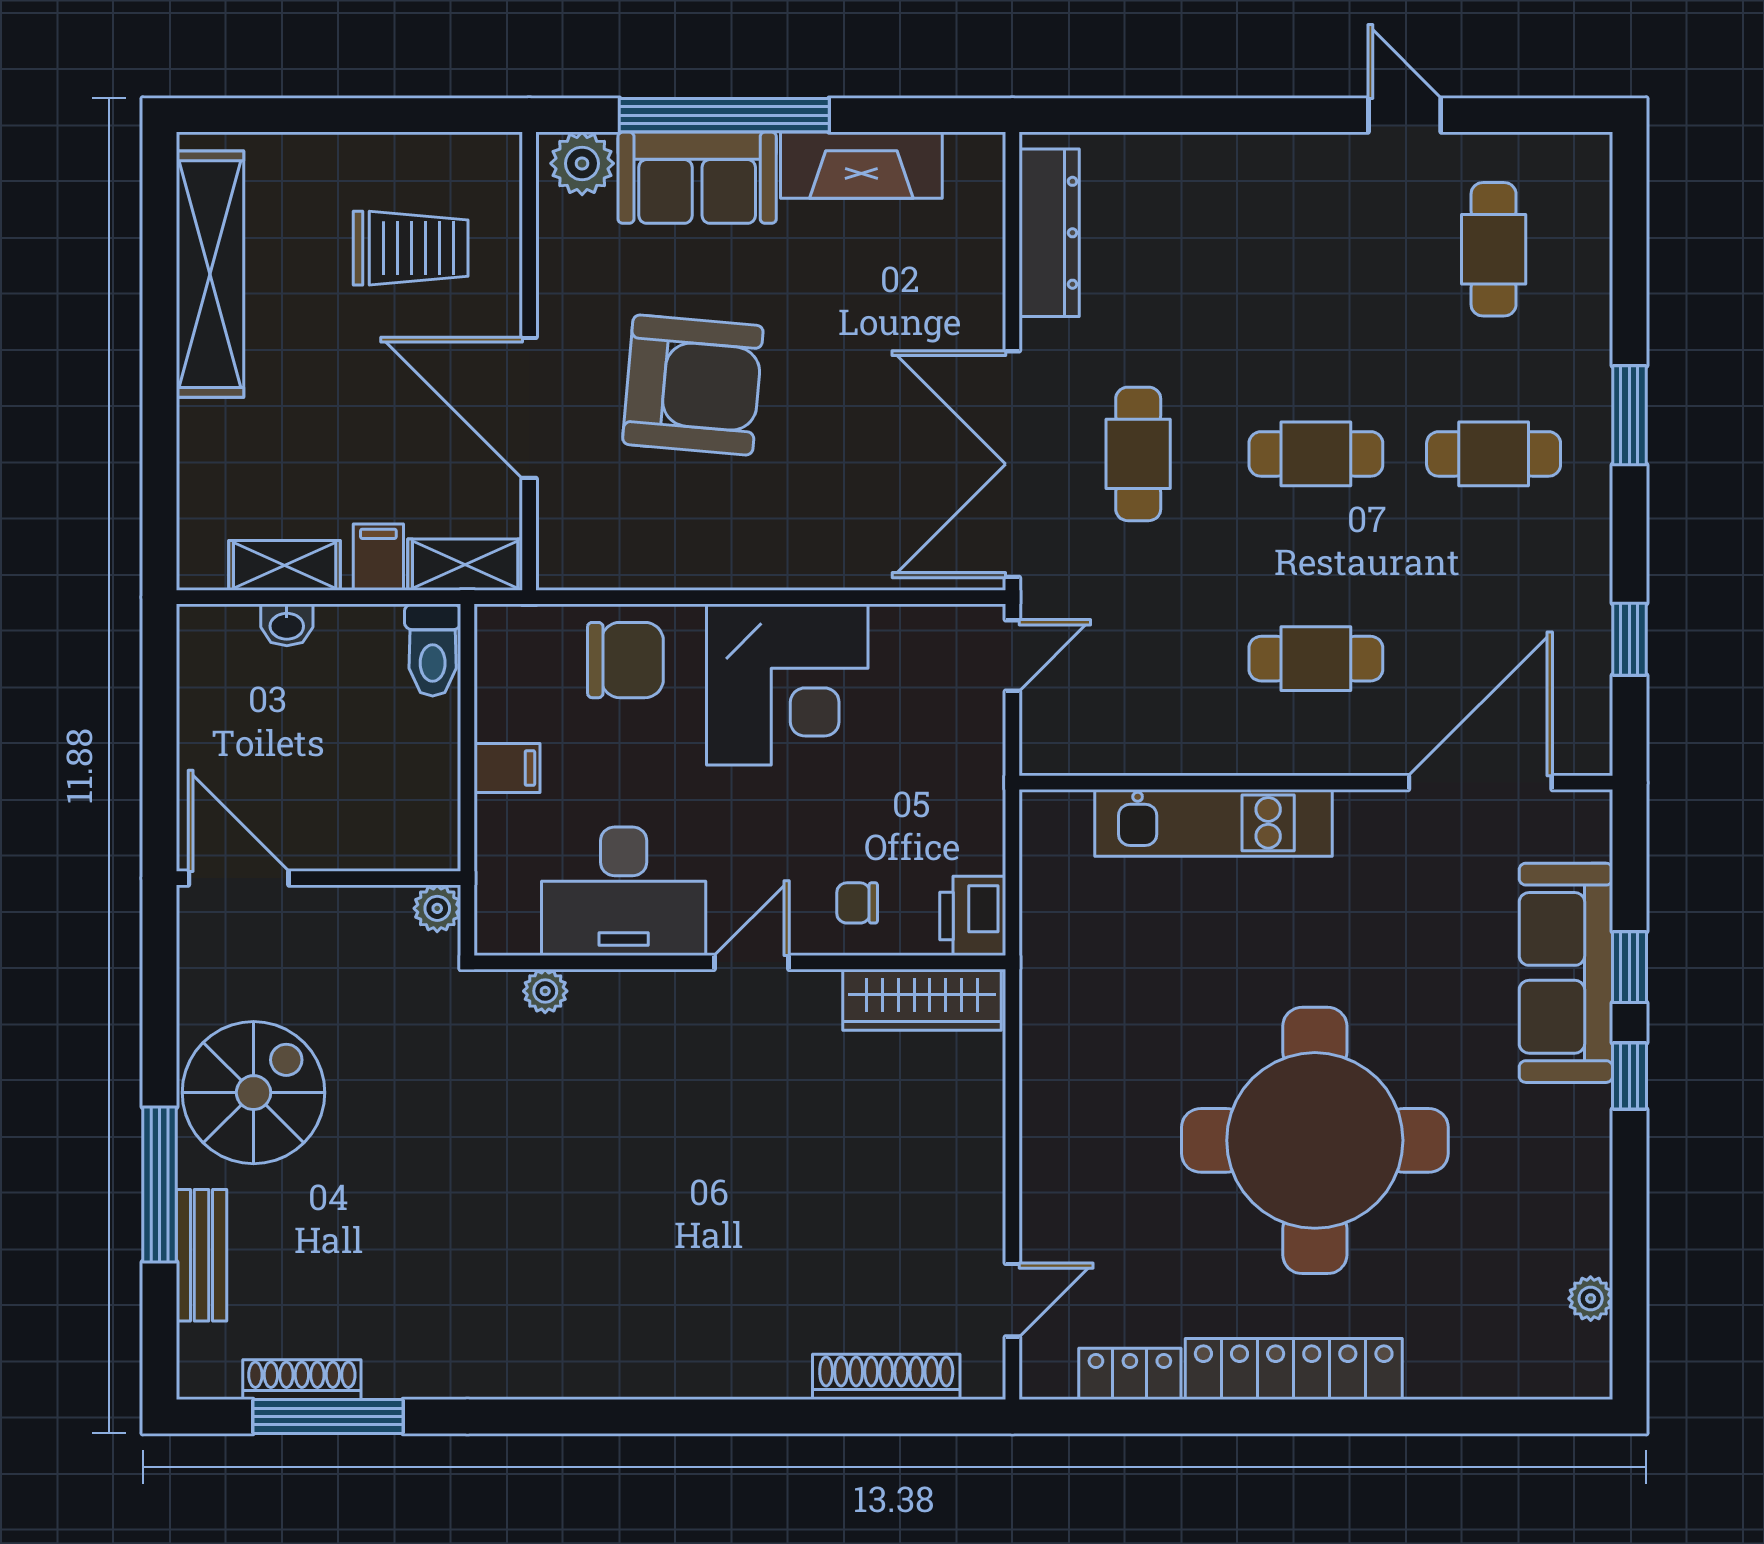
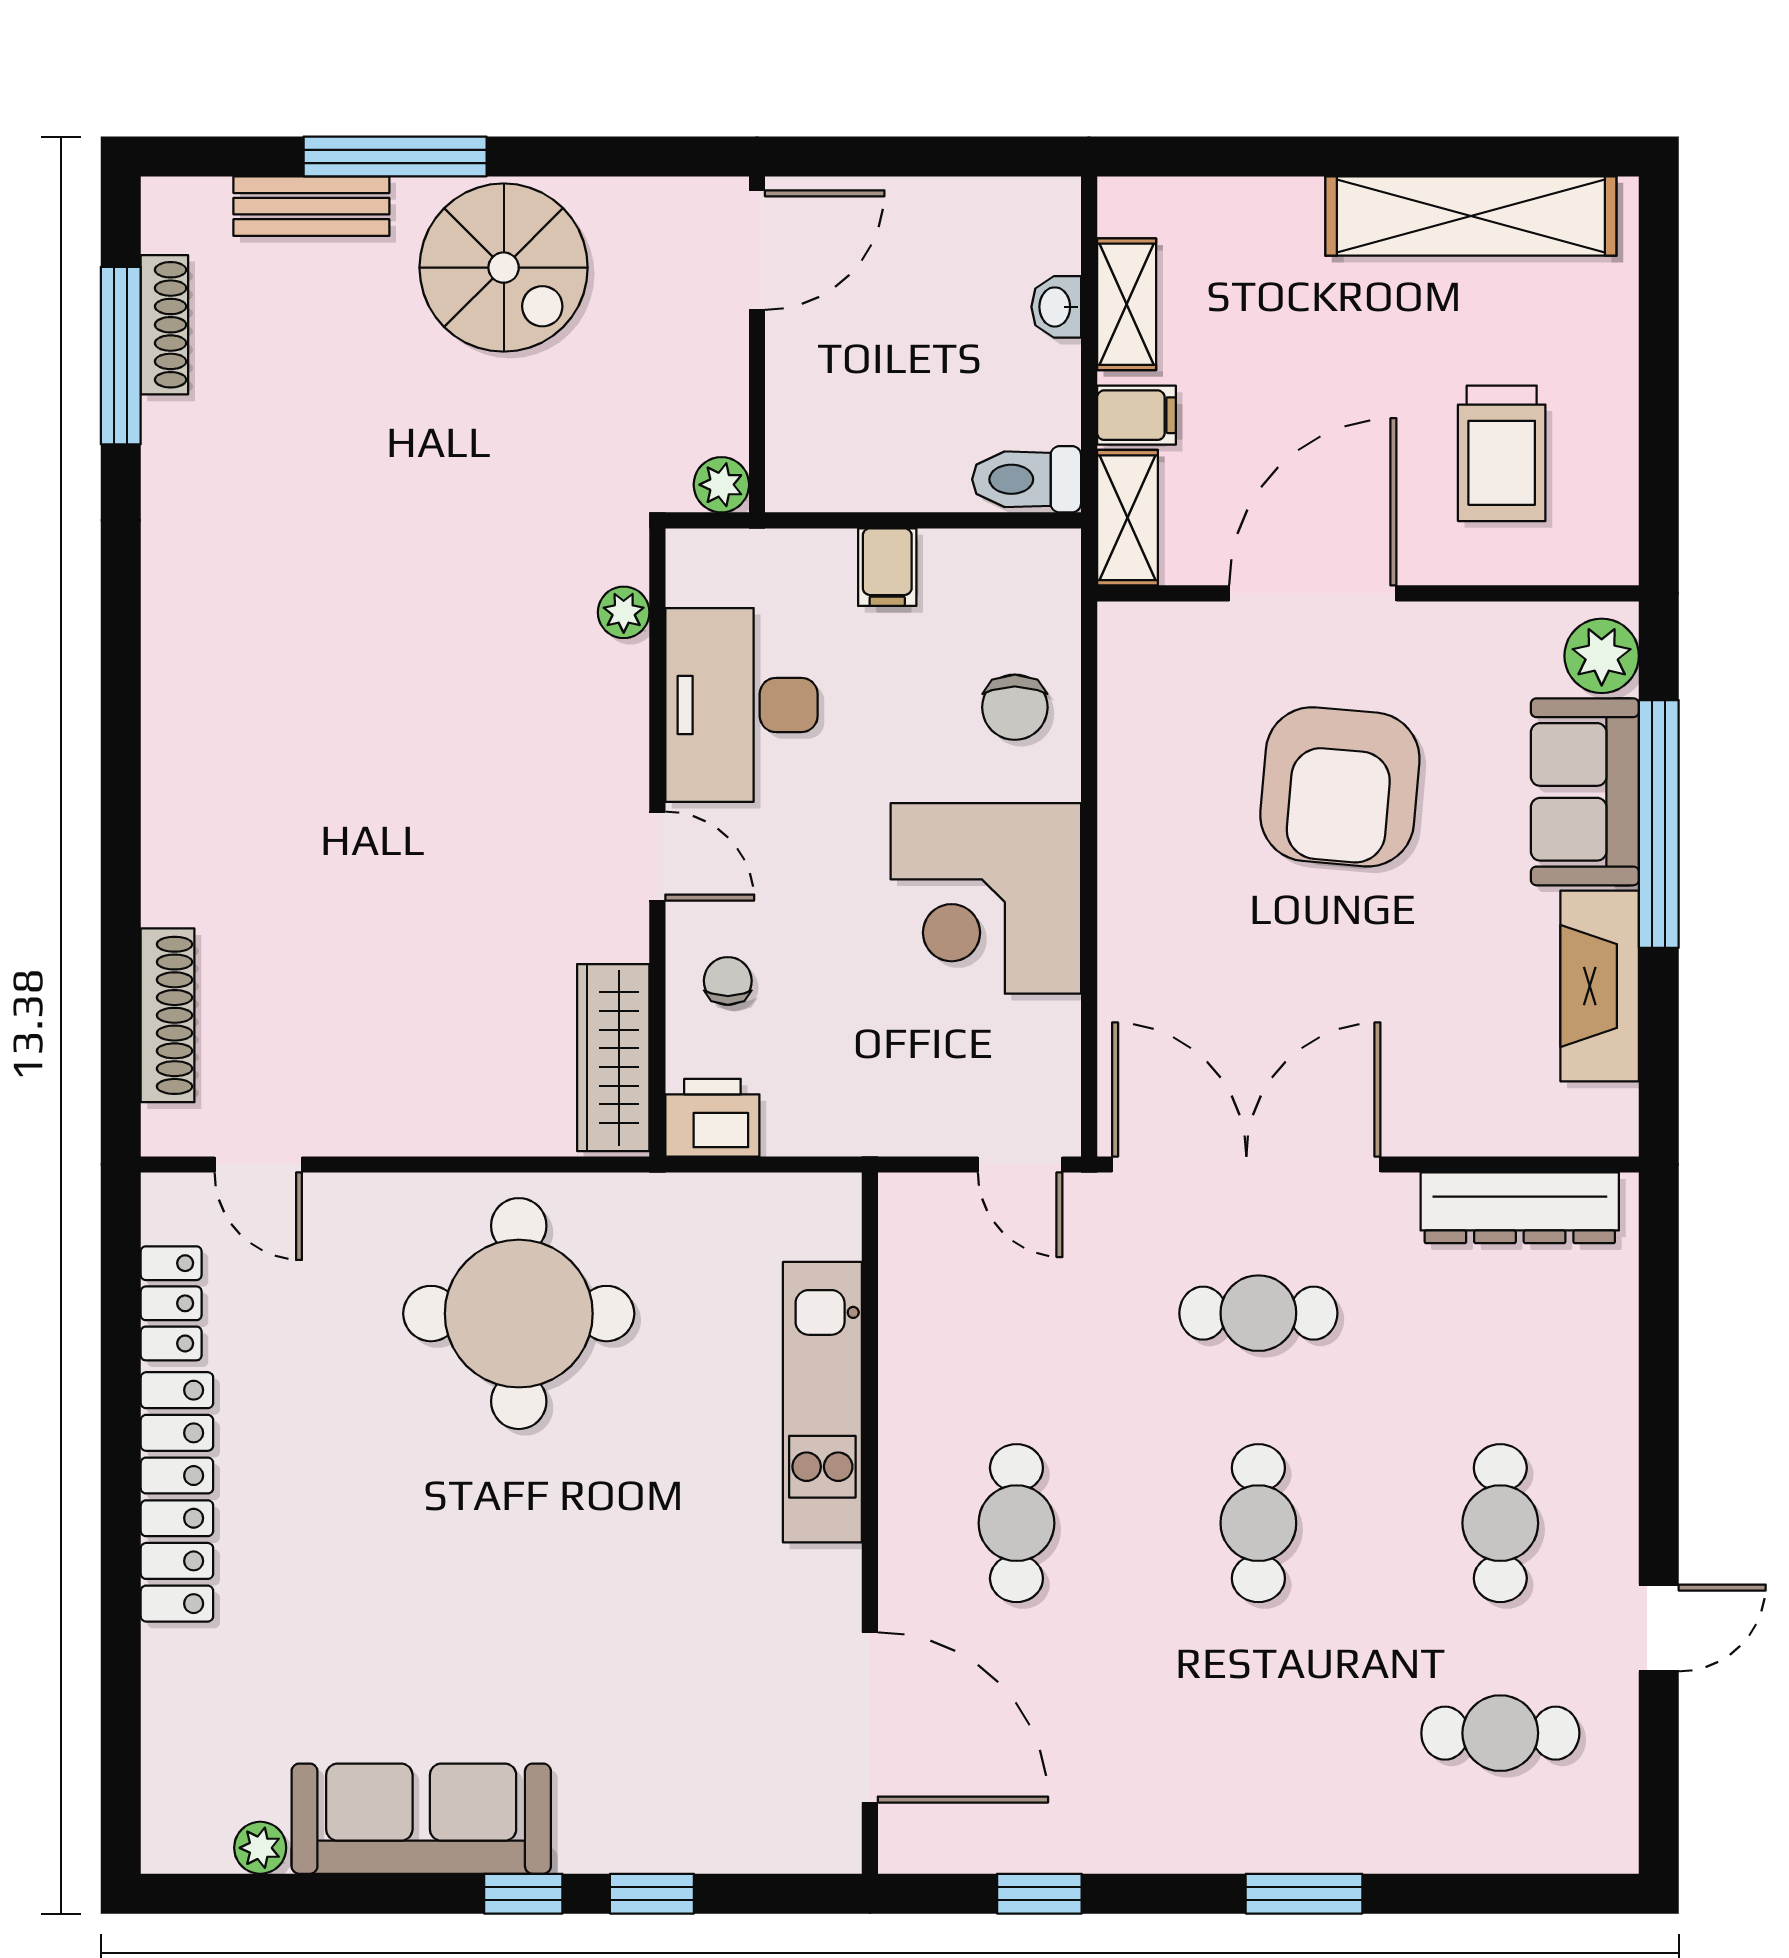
cafe table: (1494, 454) -> (1500, 1523), moved
chair: (625, 660) -> (1015, 707), width x0.73, depth x0.73
sofa: (1566, 973) -> (421, 1819), moved
round table: (1315, 1140) -> (519, 1314), moved, width x0.73, depth x0.73

